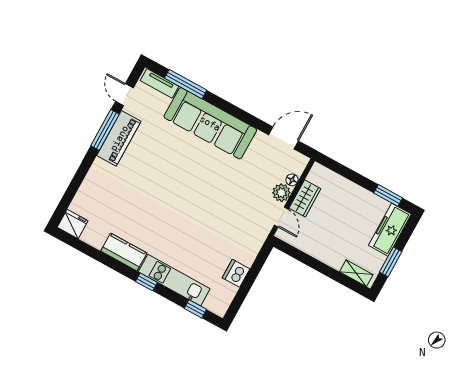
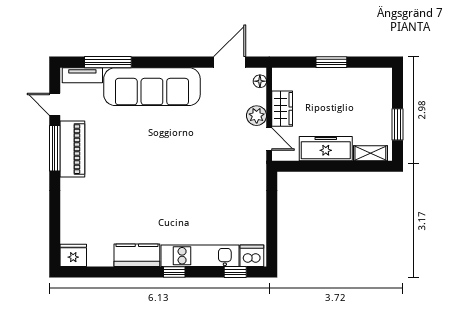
floor lamp: (292, 180) -> (260, 81), moved
window: (388, 195) -> (331, 62), moved
freezer: (390, 230) -> (326, 149), moved, turned 90
dishwasher: (236, 273) -> (252, 256), moved, turned 90

